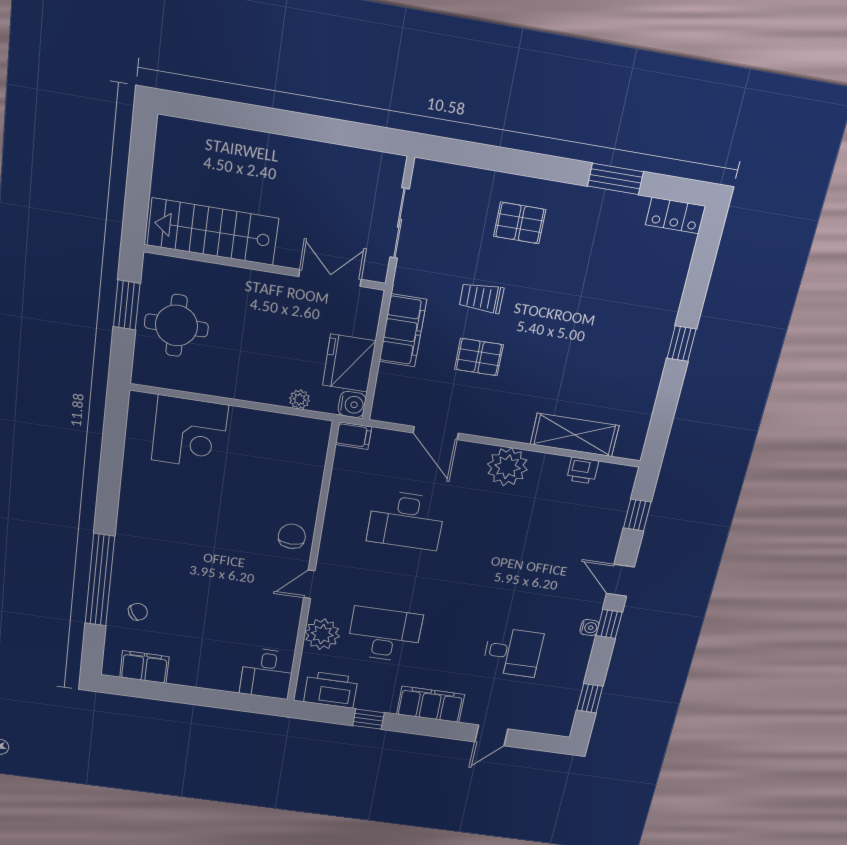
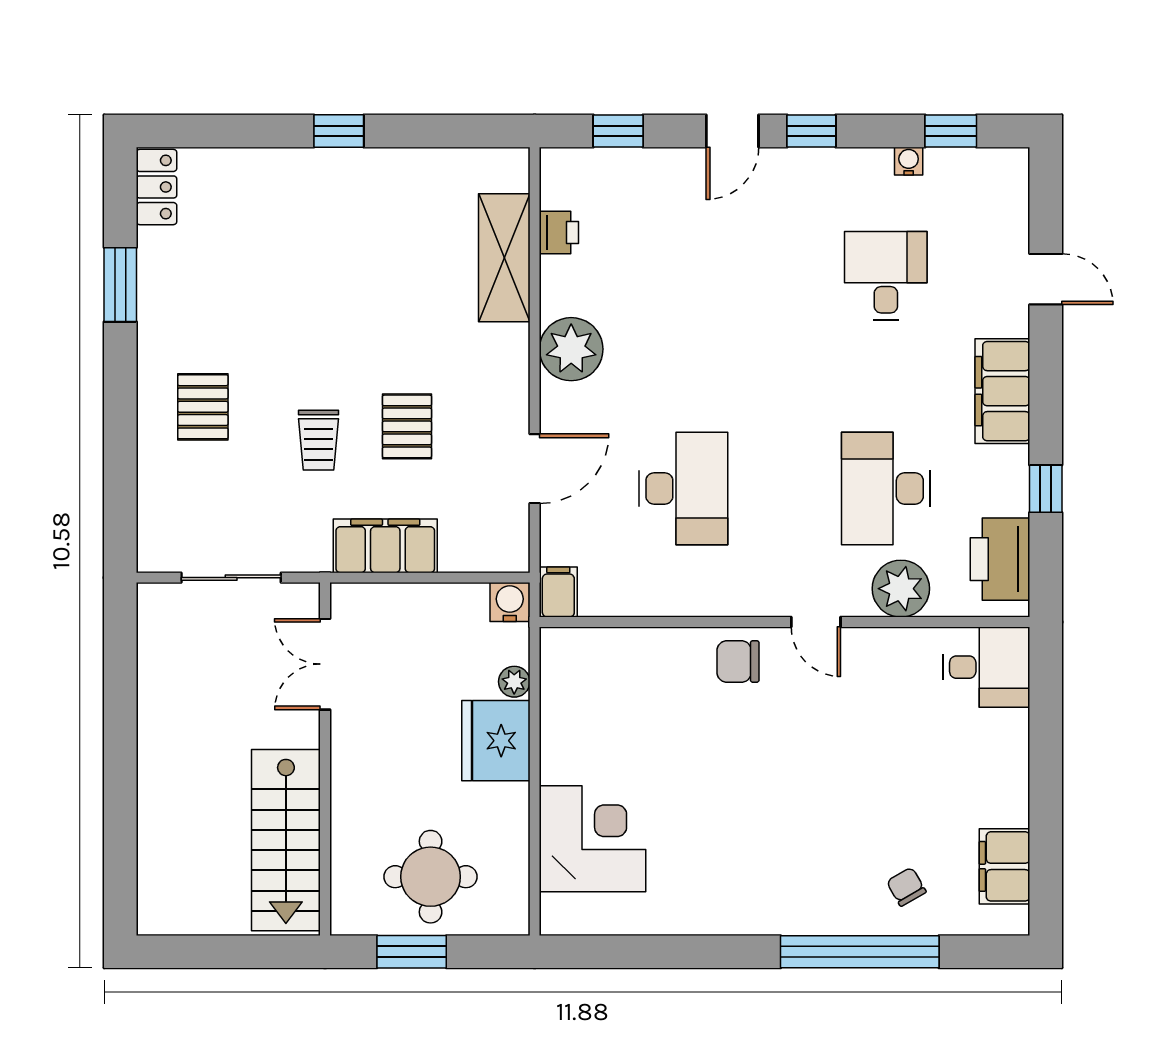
fridge: (349, 363) -> (496, 741), moved, turned 90
water cooler: (589, 628) -> (909, 161), moved

